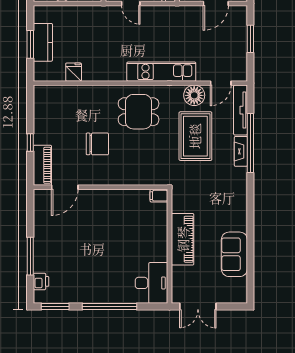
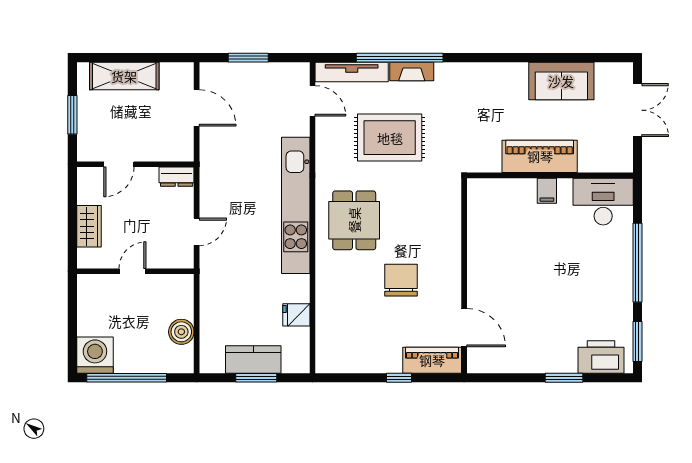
kitchen unit: (161, 72) -> (296, 205), width x1.36
floor lamp: (194, 95) -> (330, 139), removed
filing cabinet: (159, 196) -> (547, 191), moved
window: (30, 256) -> (564, 378), width x0.69
printer: (41, 281) -> (601, 357), width x1.87, depth x1.48
double door: (198, 307) -> (637, 110), moved

